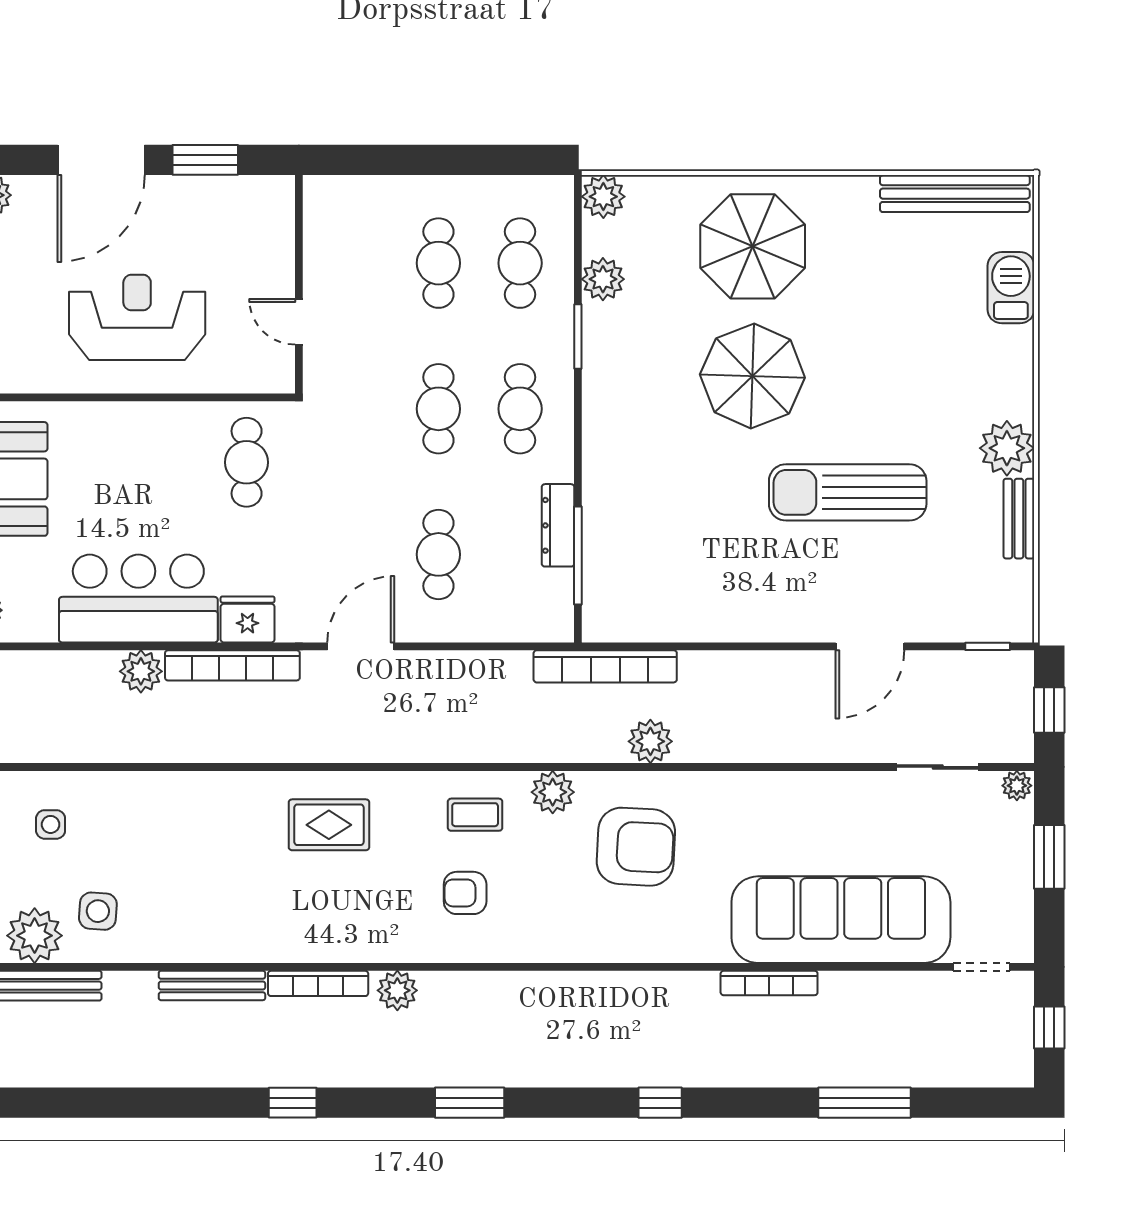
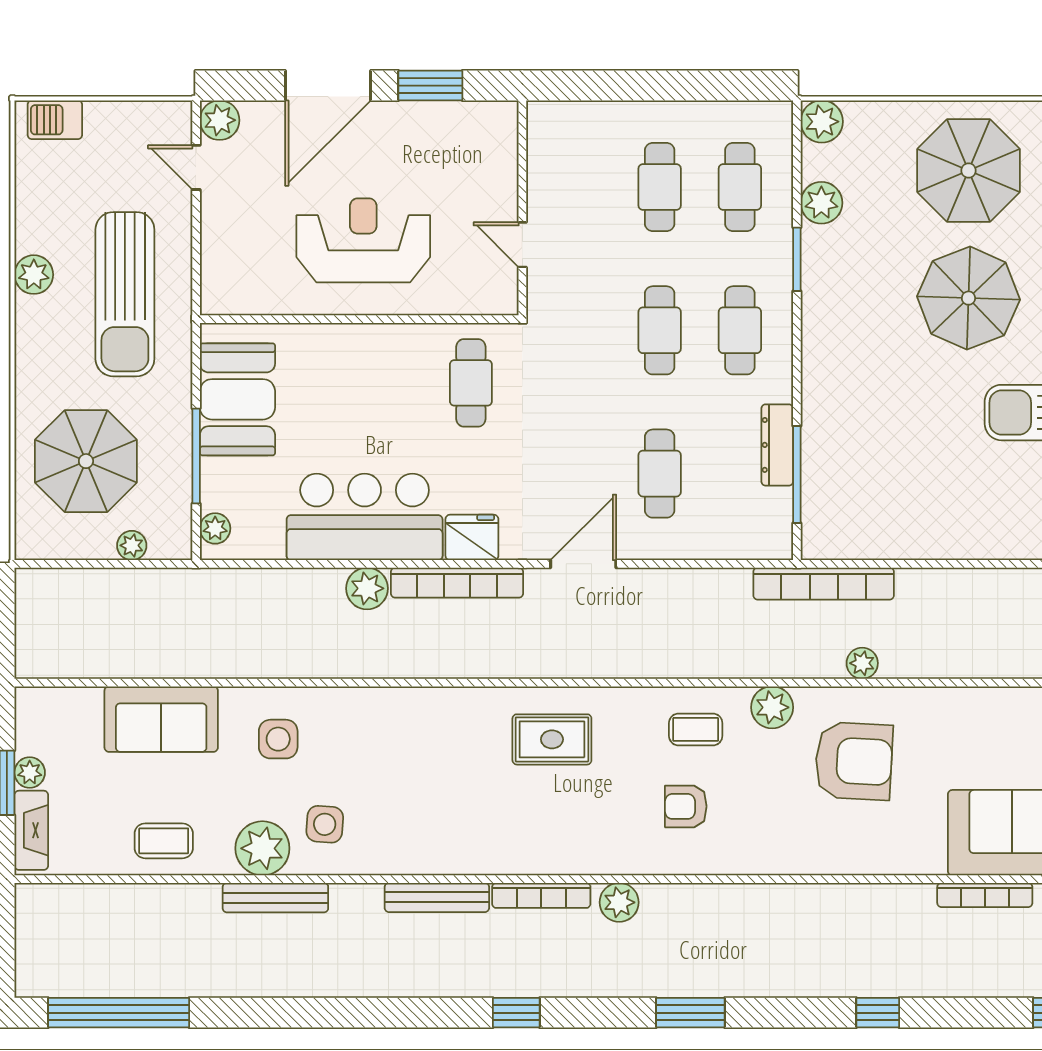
plant: (650, 741) -> (862, 663), width x0.73, depth x0.73
side table: (51, 824) -> (278, 739), width x1.37, depth x1.37

